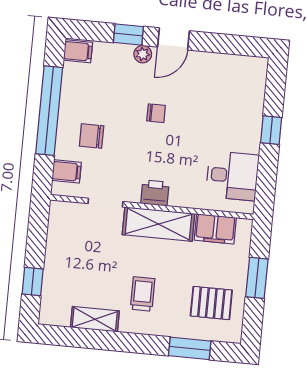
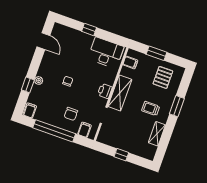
door: (173, 39) -> (43, 41), moved
desk: (232, 176) -> (106, 53), width x1.37
filing cabinet: (215, 229) -> (130, 62), width x0.50
window: (33, 282) -> (121, 155), moved
window: (190, 348) -> (177, 106), moved

